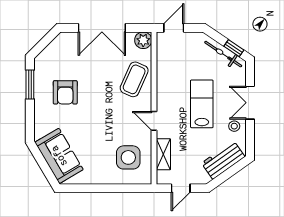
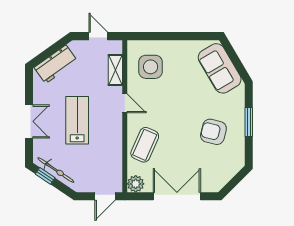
window: (30, 84) -> (249, 122), moved
armchair: (65, 92) -> (213, 132), turned -76
lab bench: (202, 104) -> (77, 120), turned 180
stool: (234, 126) -> (45, 98), removed
door: (181, 188) -> (98, 36), hinge flipped

